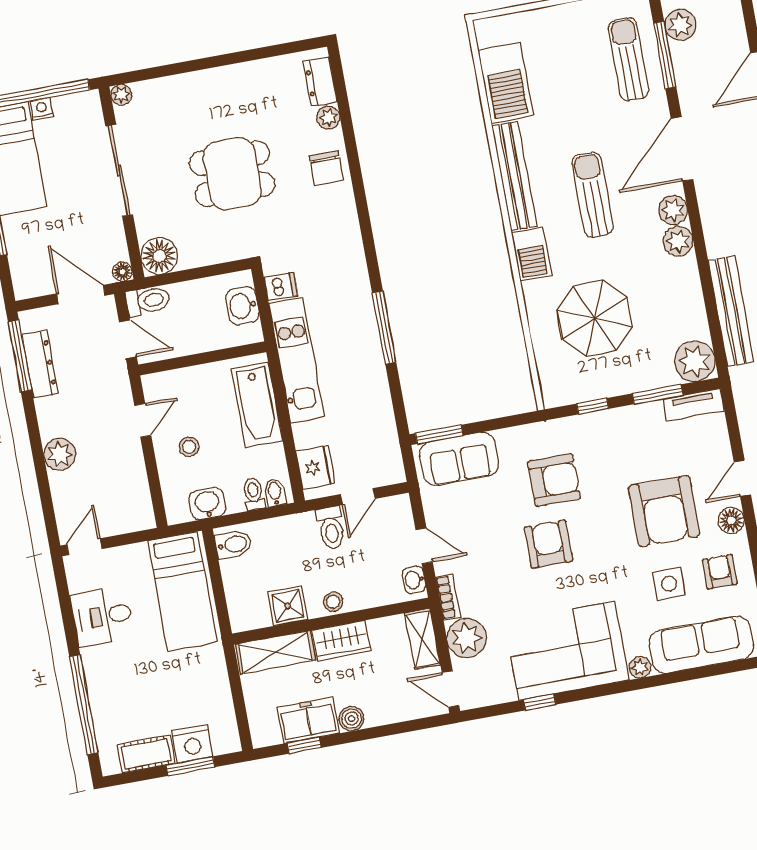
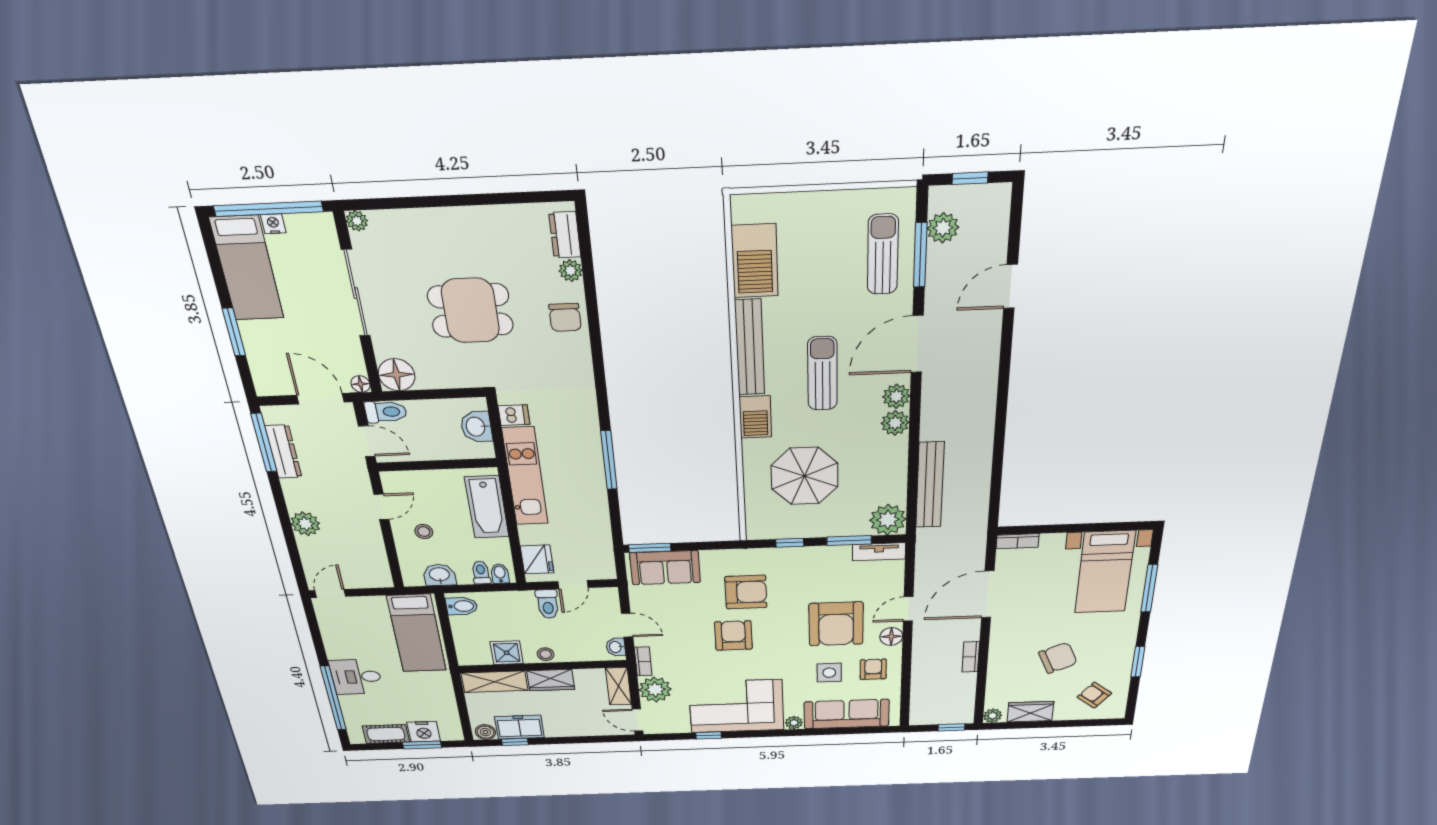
desk: (102, 616) -> (356, 677), moved
boiler: (351, 719) -> (485, 732), moved

